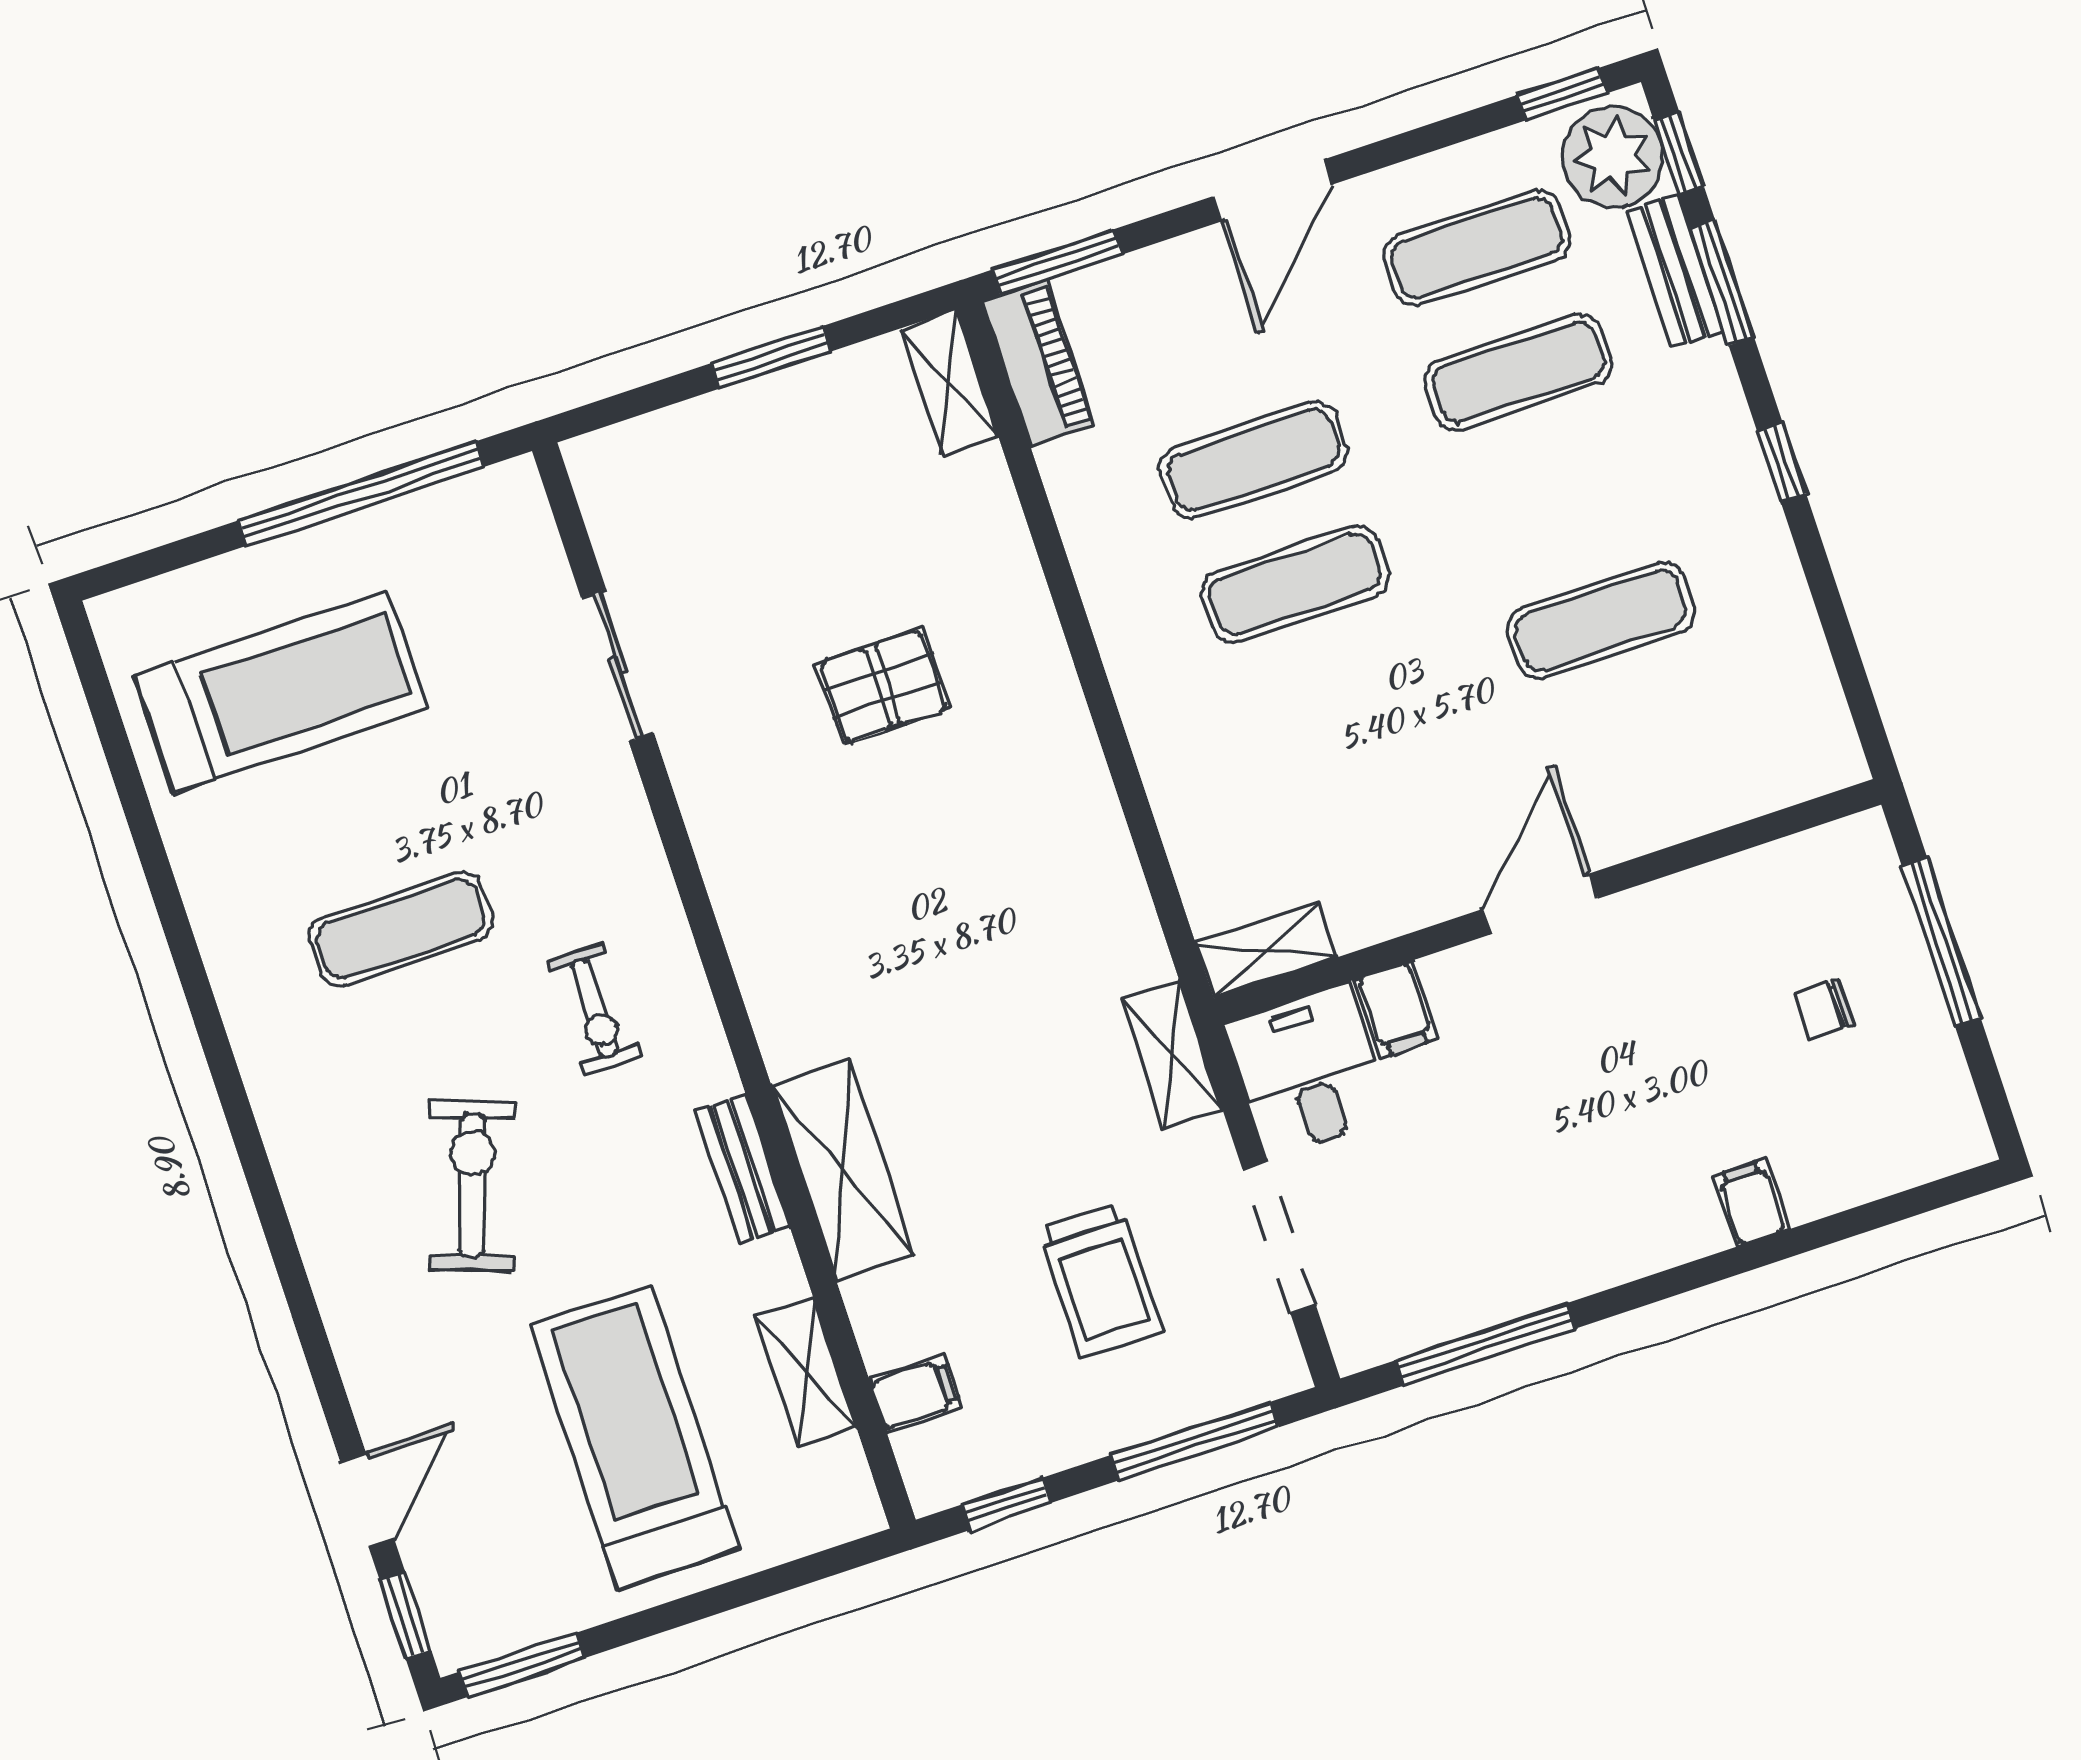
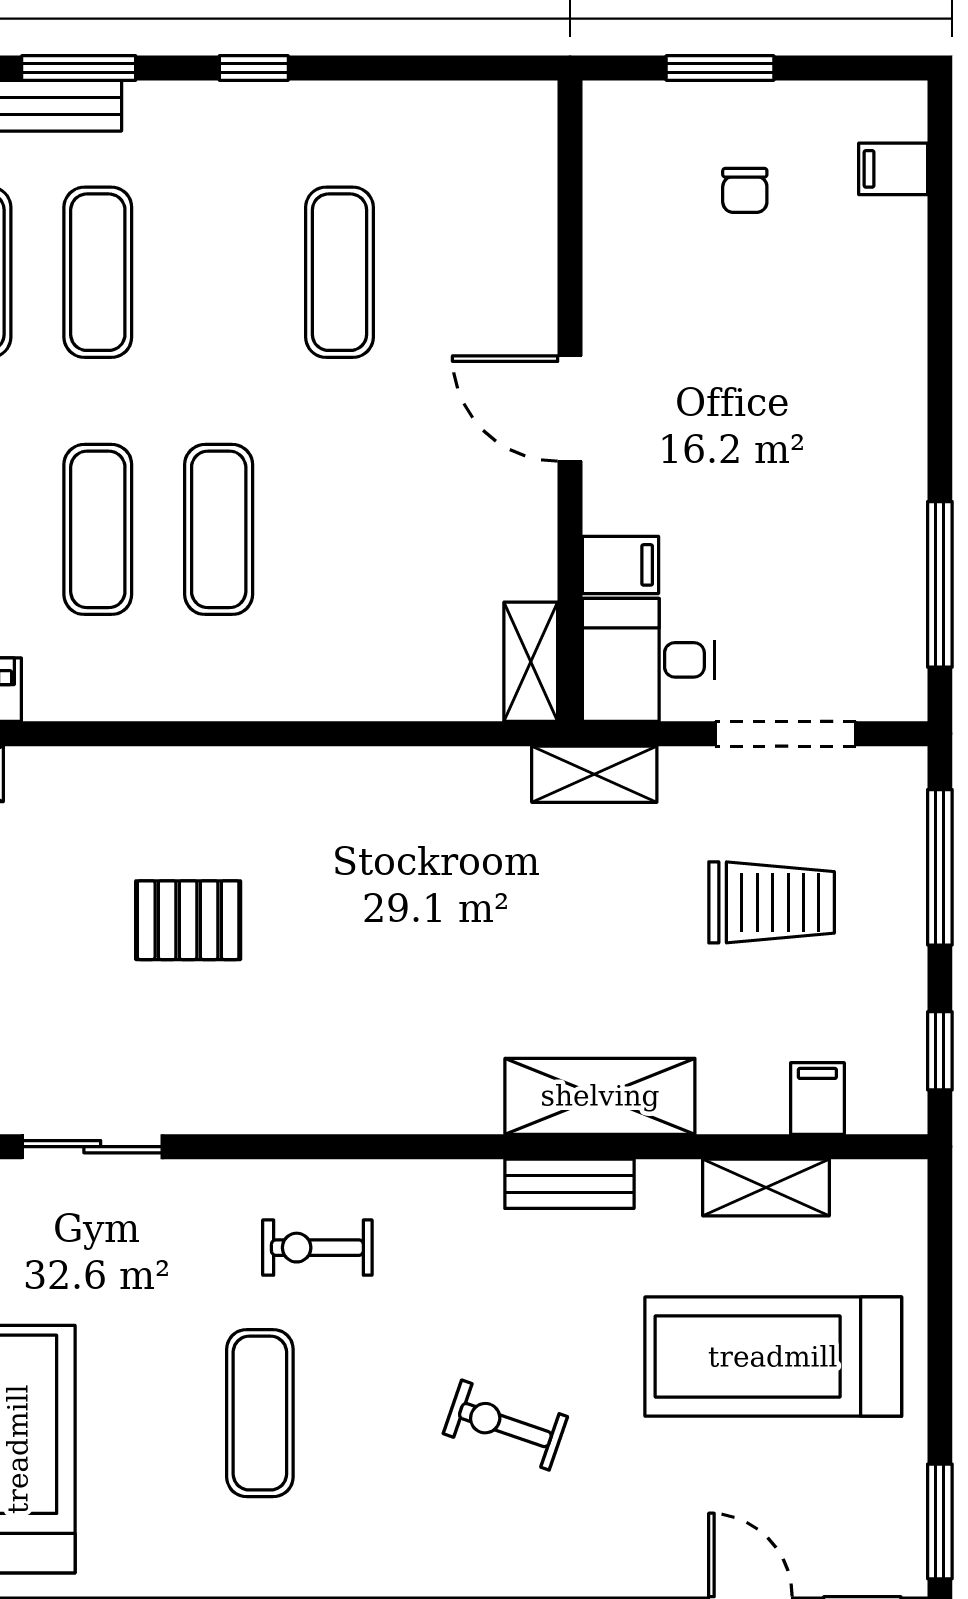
pallet: (883, 686) -> (188, 920), turned 90
window: (1941, 942) -> (720, 68), width x0.69
exercise bike: (594, 1008) -> (317, 1248), moved, turned 180
exercise bike: (472, 1185) -> (505, 1425), width x0.73, depth x0.72
filing cabinet: (1751, 1203) -> (893, 169), moved

